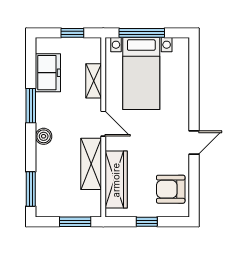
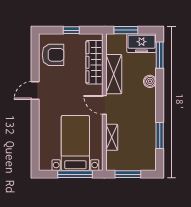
window: (72, 33) -> (128, 174), width x1.50
freezer: (48, 73) -> (141, 43), moved, turned -90
window: (31, 106) -> (160, 135), moved
boiler: (44, 136) -> (150, 81), moved

